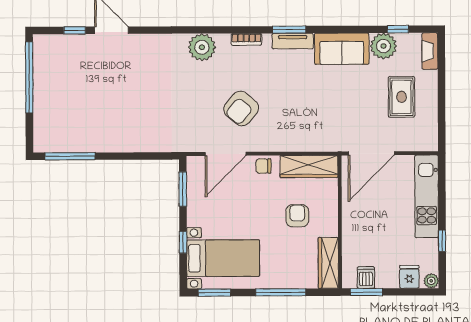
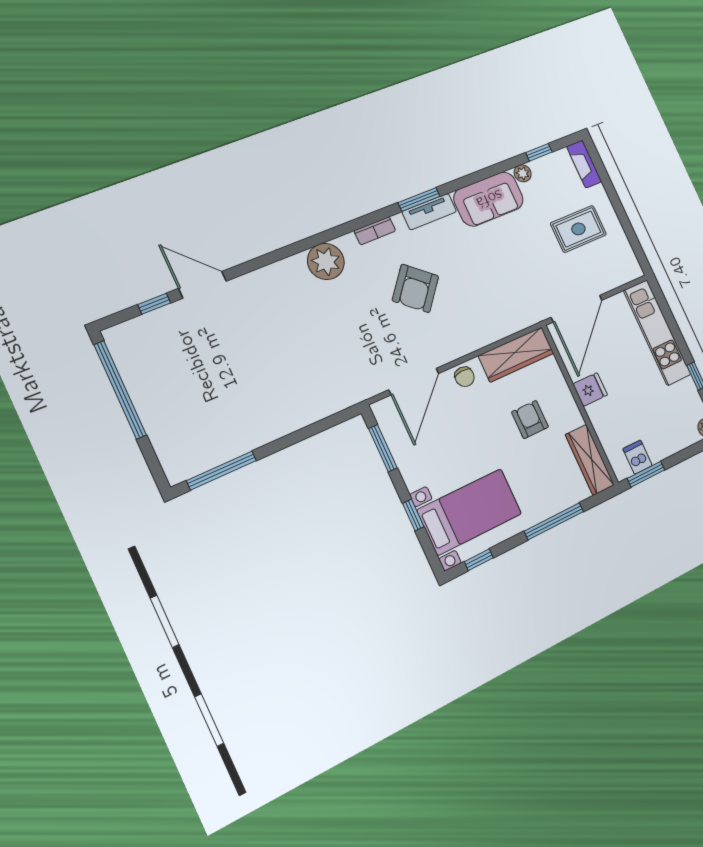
plant: (383, 46) -> (523, 173), width x0.53, depth x0.53
rug: (401, 97) -> (578, 229), turned 90
armchair: (241, 108) -> (415, 288), moved
chair: (263, 166) -> (465, 377), turned -93
fridge: (409, 277) -> (590, 390), moved, turned 90
window: (214, 293) -> (479, 560), width x0.67

